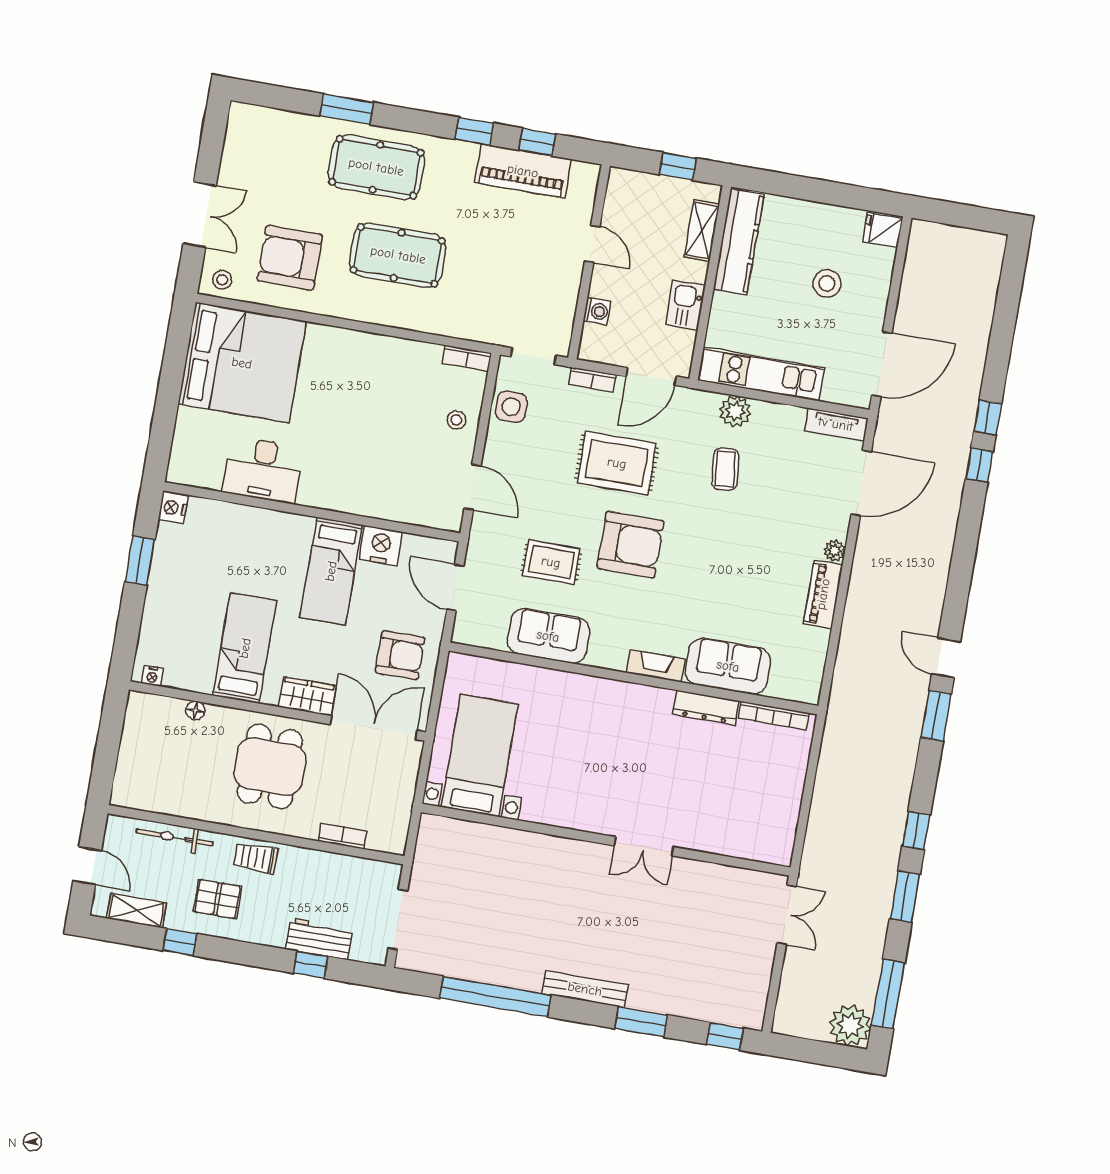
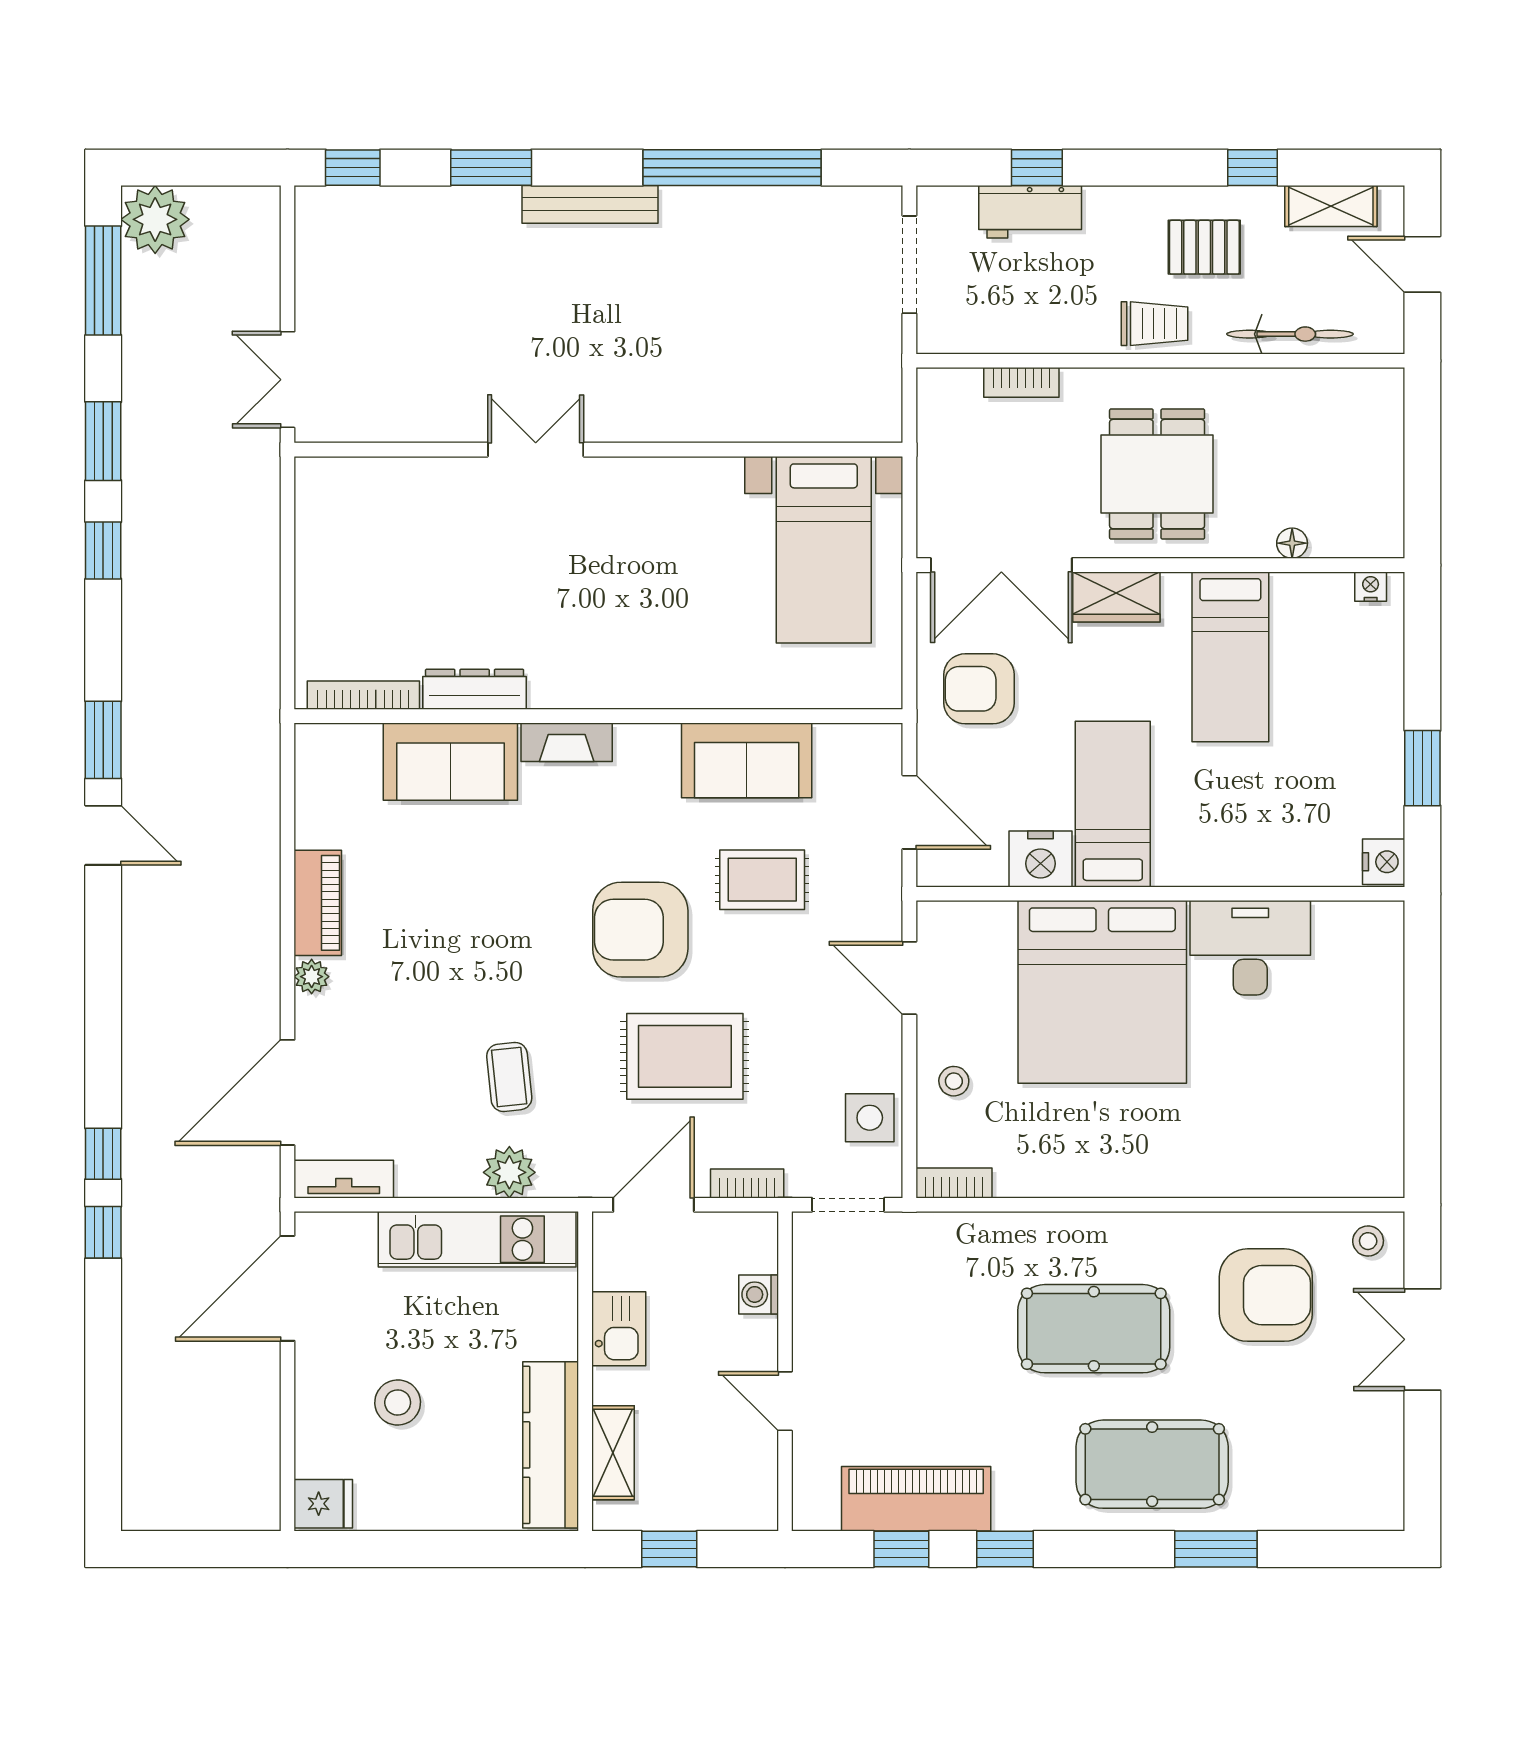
bed: (242, 363) -> (1102, 992), moved, turned -90

